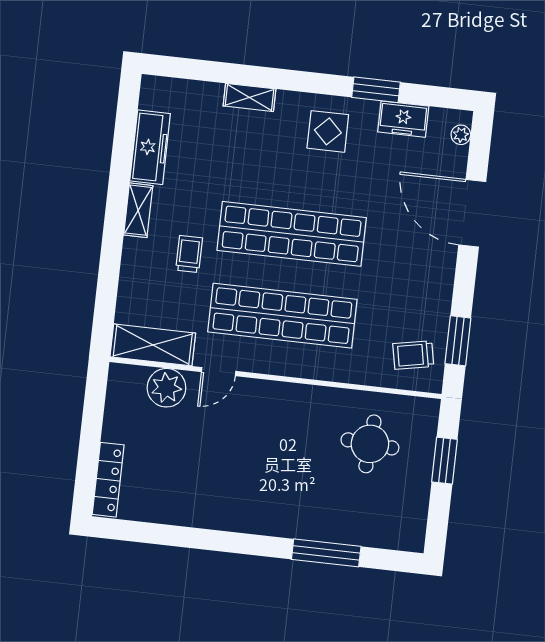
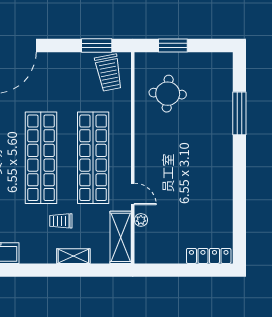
shelving: (138, 210) -> (73, 256), moved
trolley: (413, 355) -> (109, 73), width x1.36, depth x1.39
plant: (166, 388) -> (141, 220), width x0.53, depth x0.53

